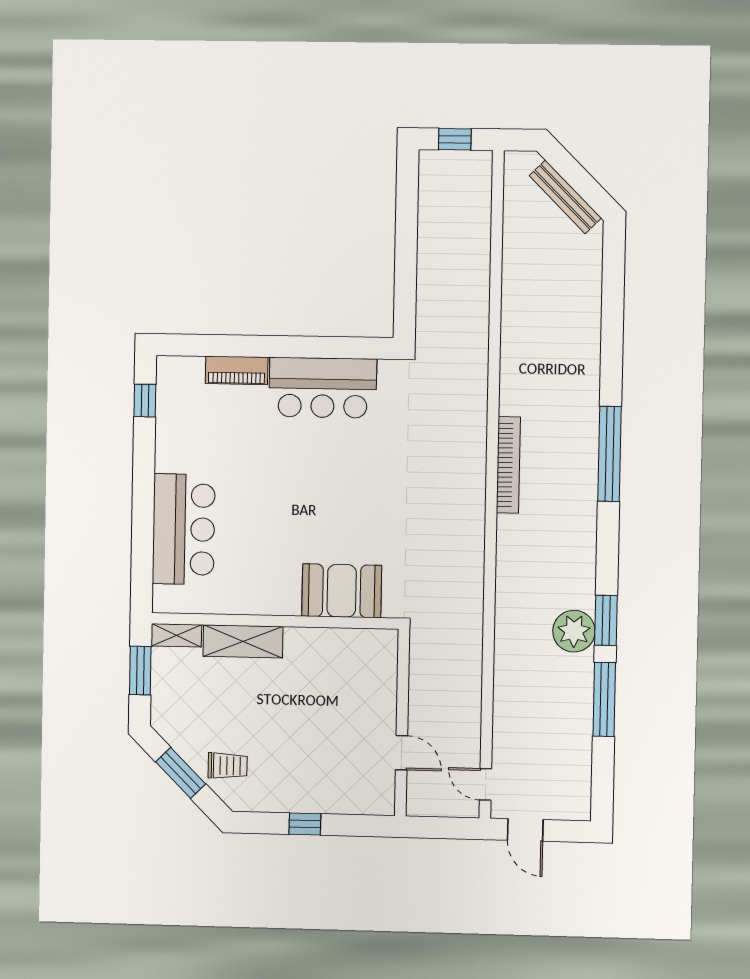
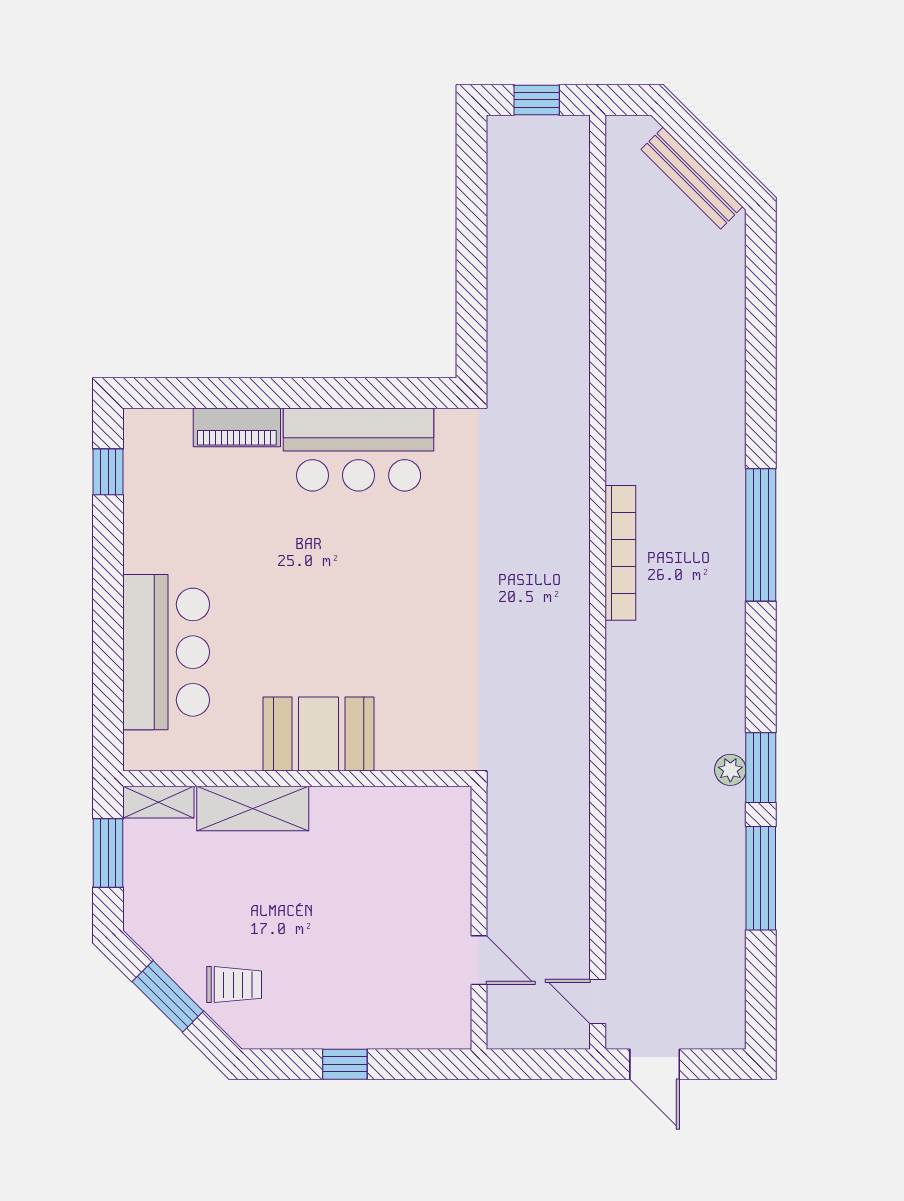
booth: (342, 591) -> (319, 734), moved
plant: (574, 631) -> (730, 770), width x0.53, depth x0.53

